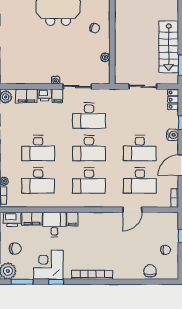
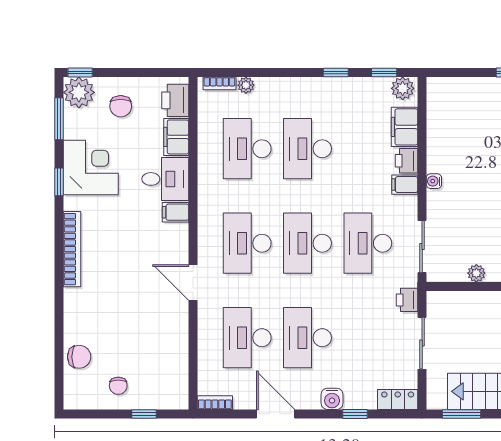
sliding door: (77, 86) -> (422, 247), moved
printer: (120, 95) -> (407, 300), added
door: (132, 210) -> (193, 283), moved

